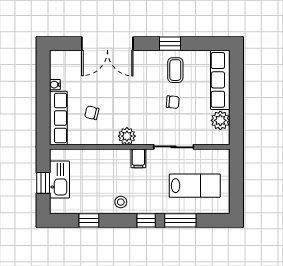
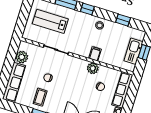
plant: (127, 136) -> (93, 68), moved
filing cabinet: (138, 158) -> (95, 54), moved

